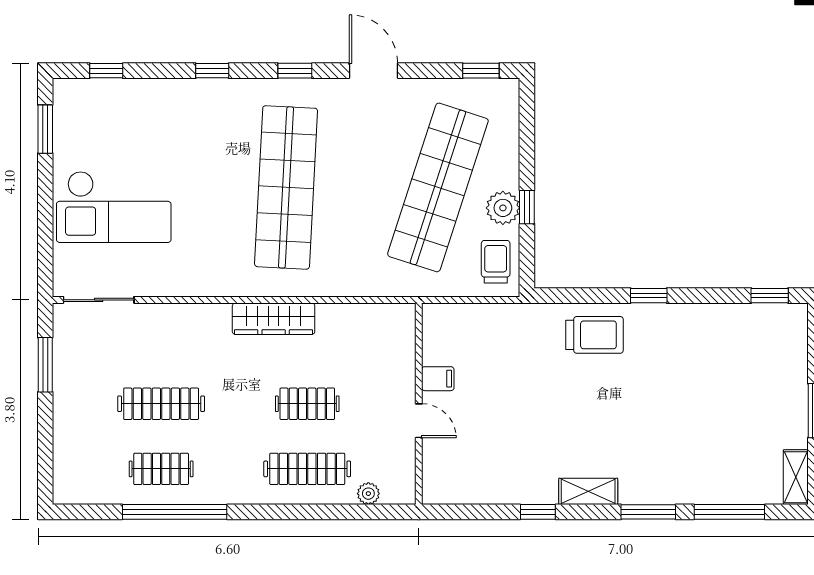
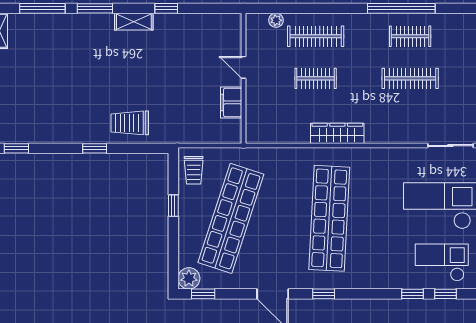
window: (212, 71) -> (413, 294), moved
checkout: (112, 119) -> (442, 263), added
plant: (503, 208) -> (189, 278), moved
filing cabinet: (438, 379) -> (231, 102), width x2.00

